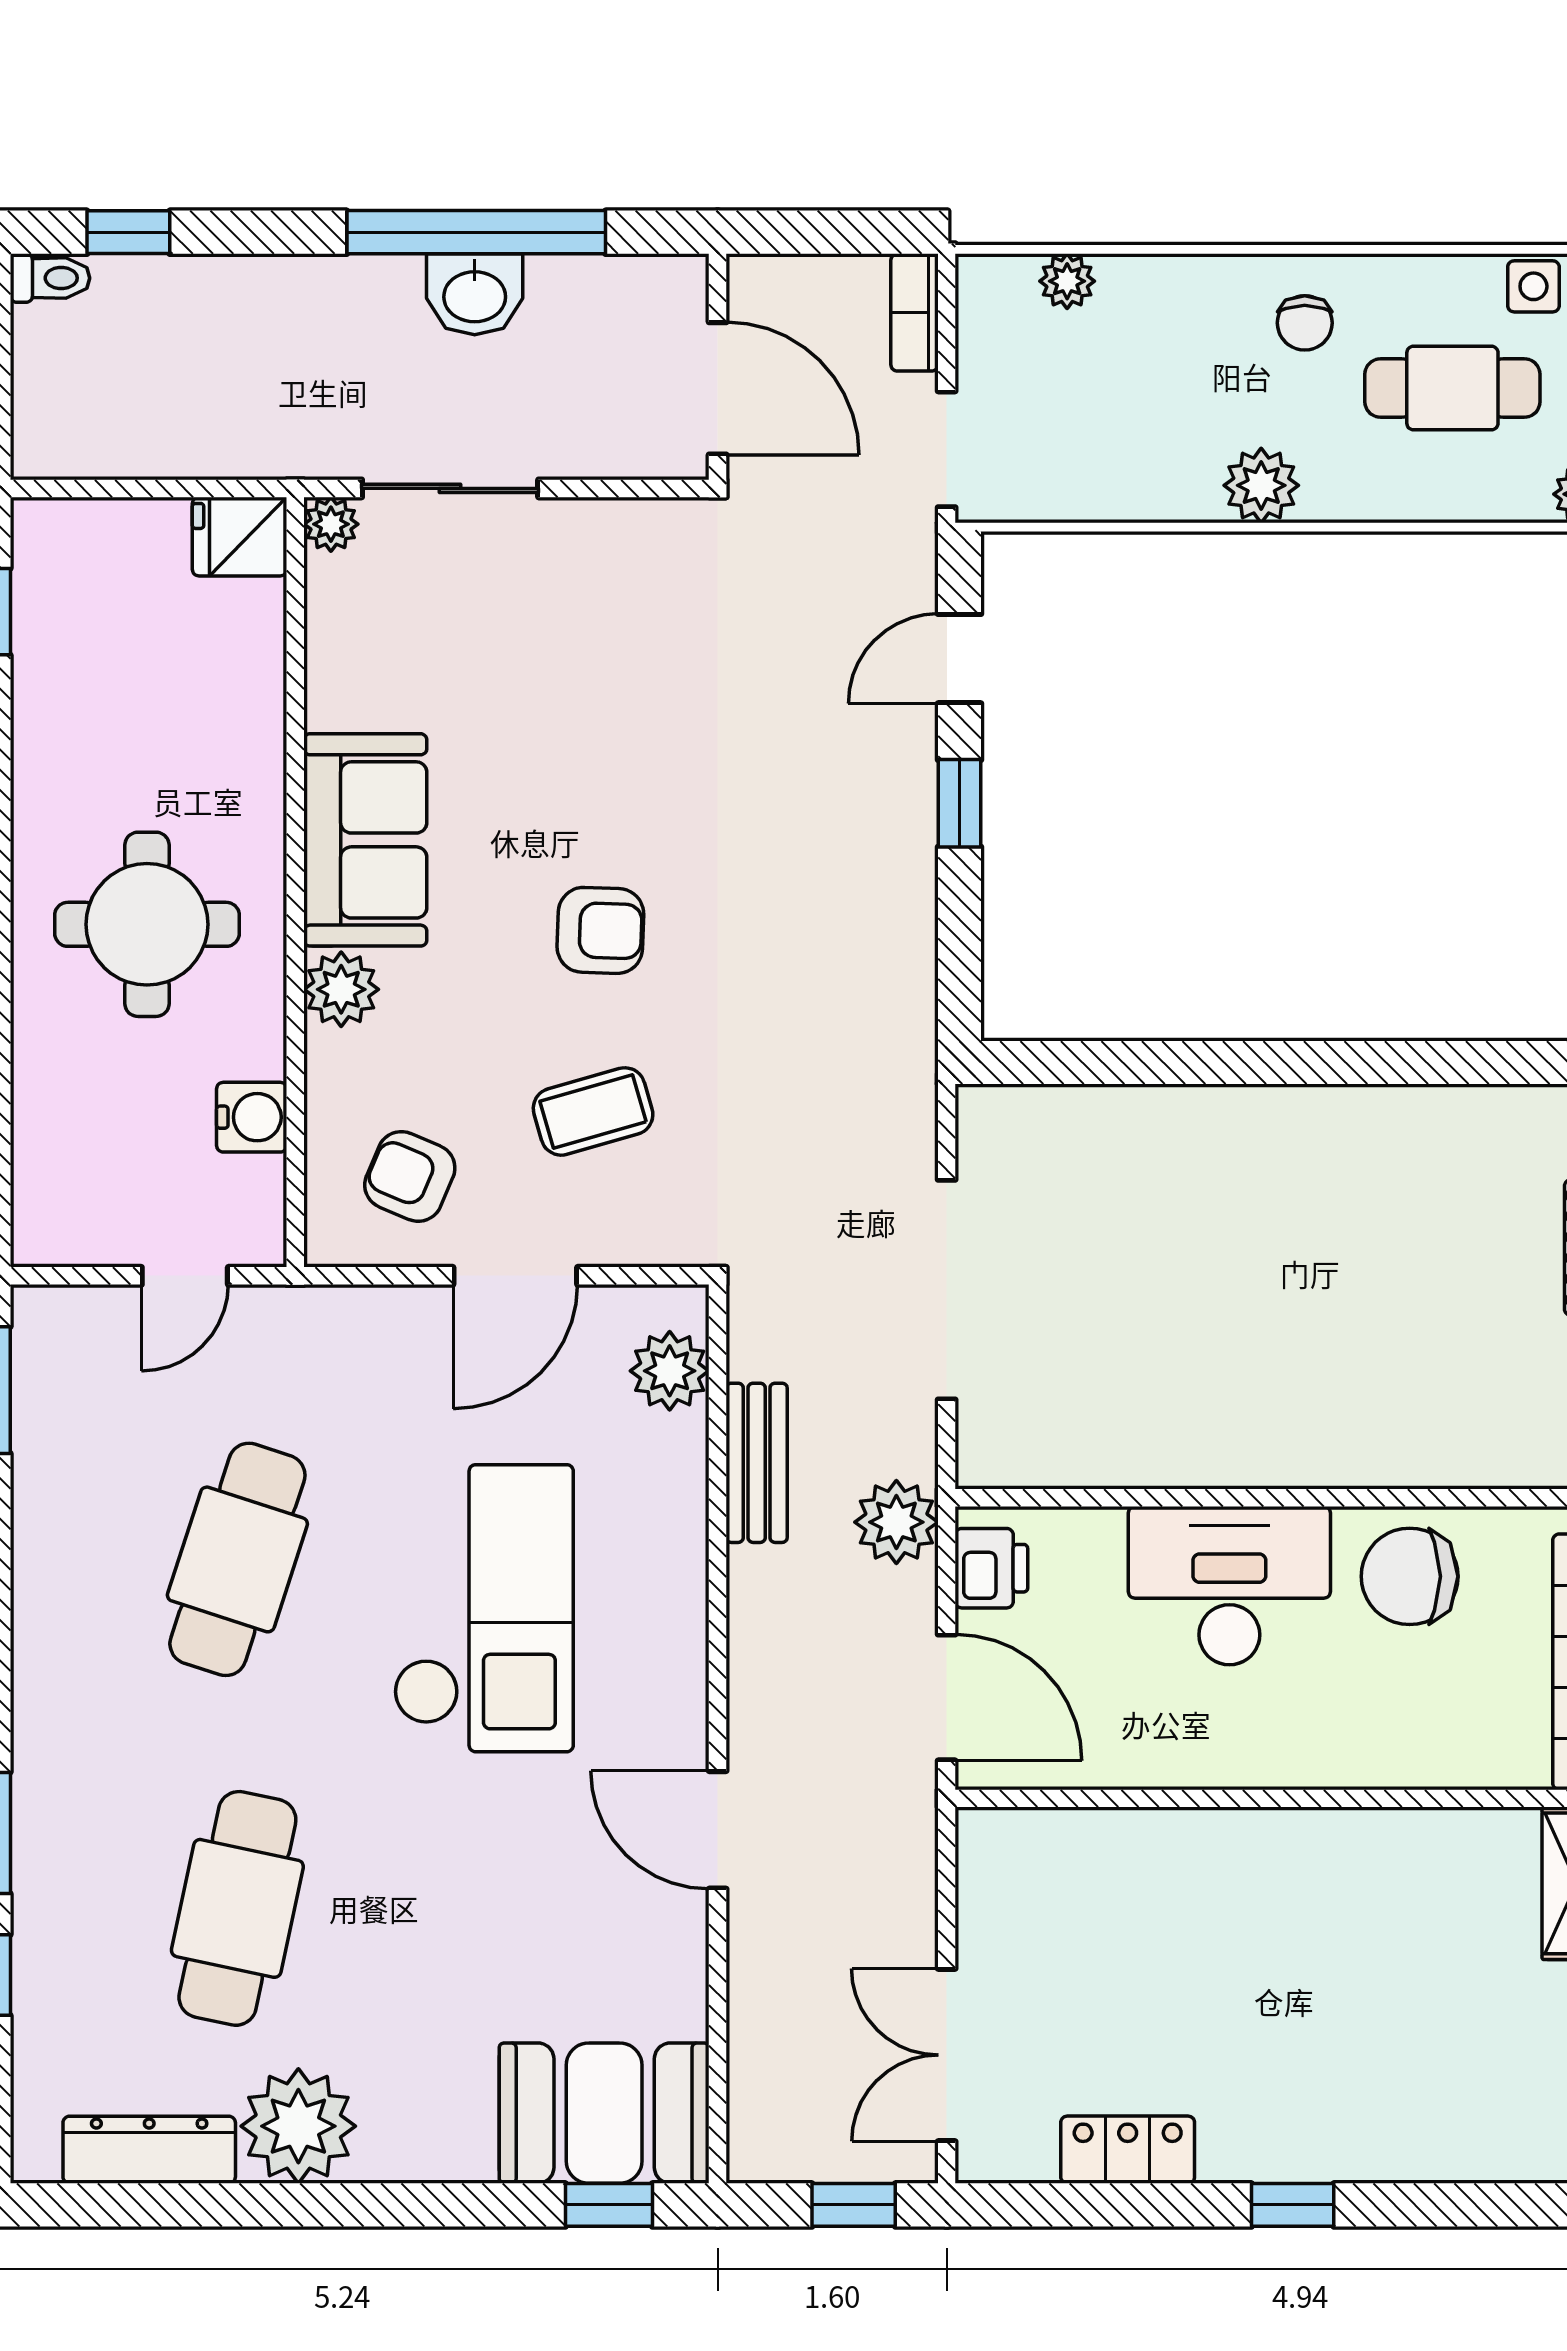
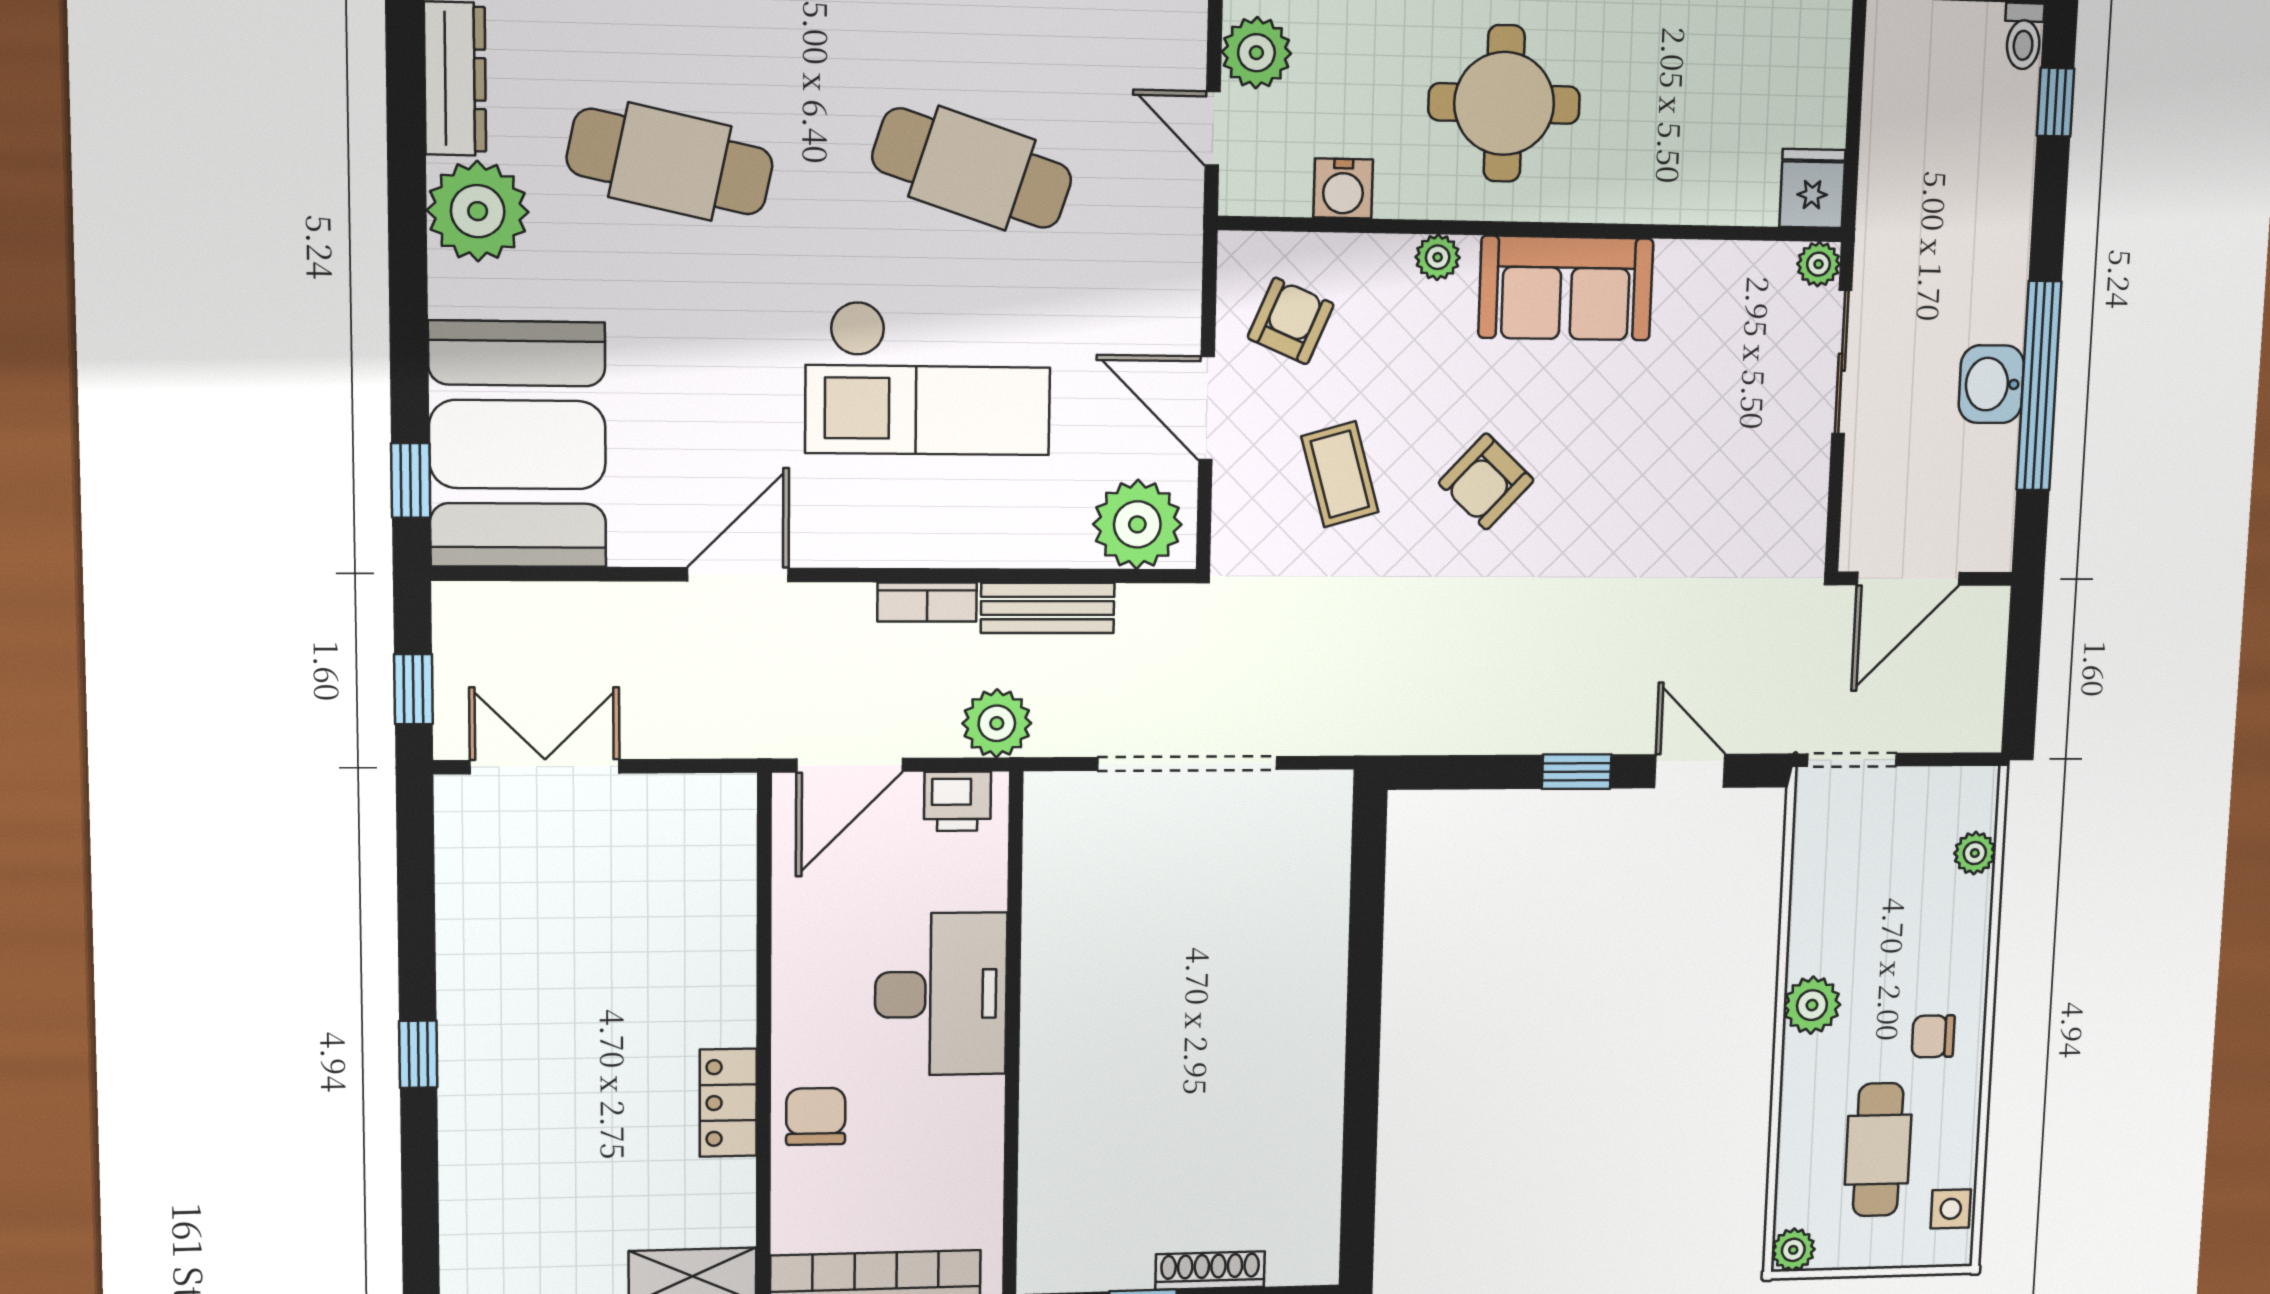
bookcase: (915, 312) -> (927, 602), moved, turned 180
armchair: (600, 930) -> (1486, 481), turned 41
plant: (341, 989) -> (1438, 257), width x0.73, depth x0.73
plant: (95, 1226) -> (1256, 53), added
plant: (670, 1371) -> (1137, 524), width x1.36, depth x1.36
chair: (1410, 1576) -> (816, 1116), moved, width x0.73, depth x0.73
booth: (604, 2113) -> (518, 445), width x1.36, depth x1.42
locker: (1128, 2150) -> (728, 1103), moved, turned 180

